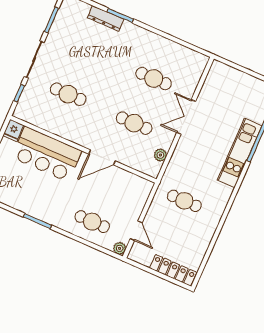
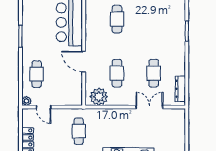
dresser: (106, 18) -> (180, 89), moved
double door: (186, 117) -> (149, 107), moved
plant: (160, 155) -> (99, 97), width x1.87, depth x1.87
door: (136, 231) -> (44, 107), hinge flipped

